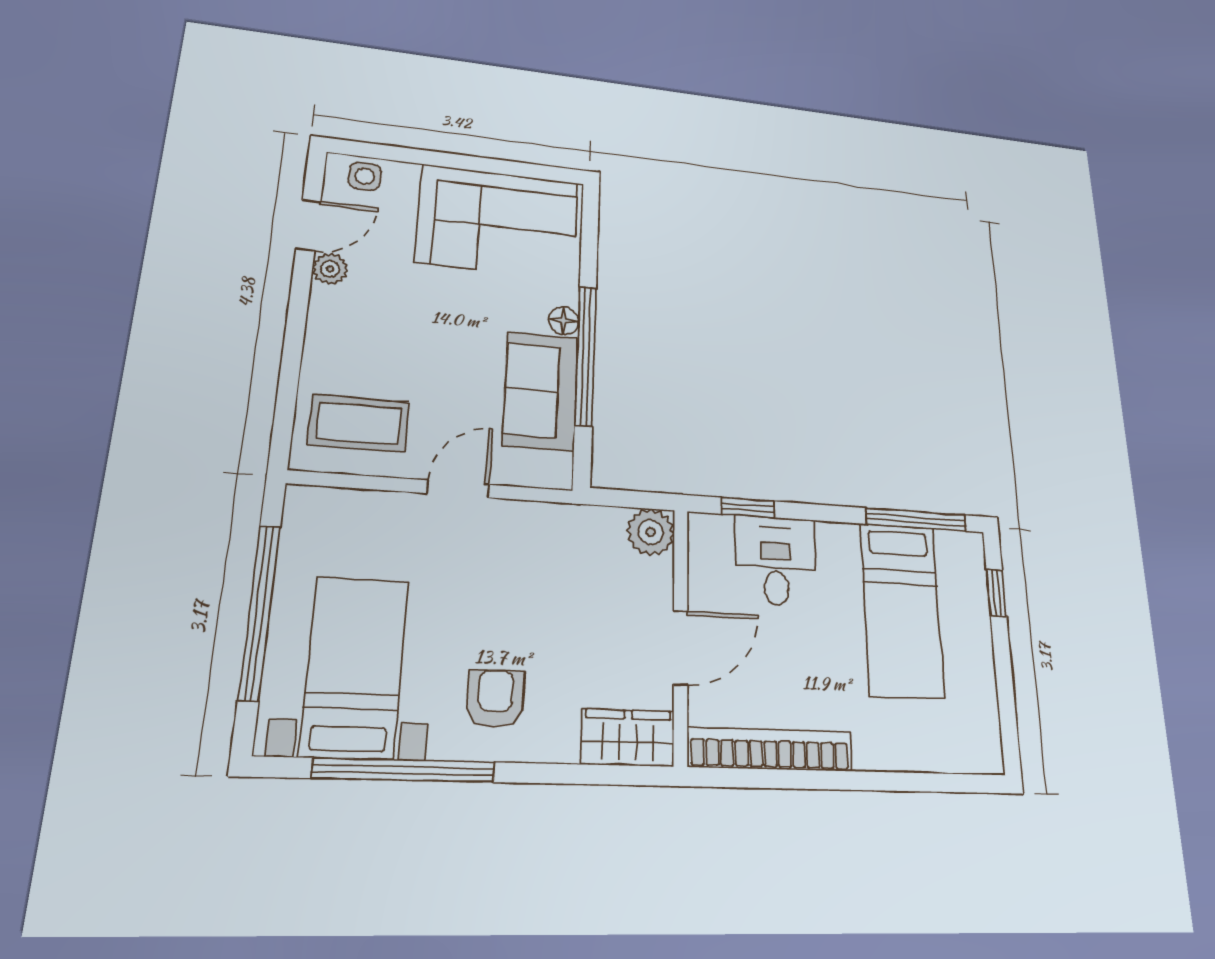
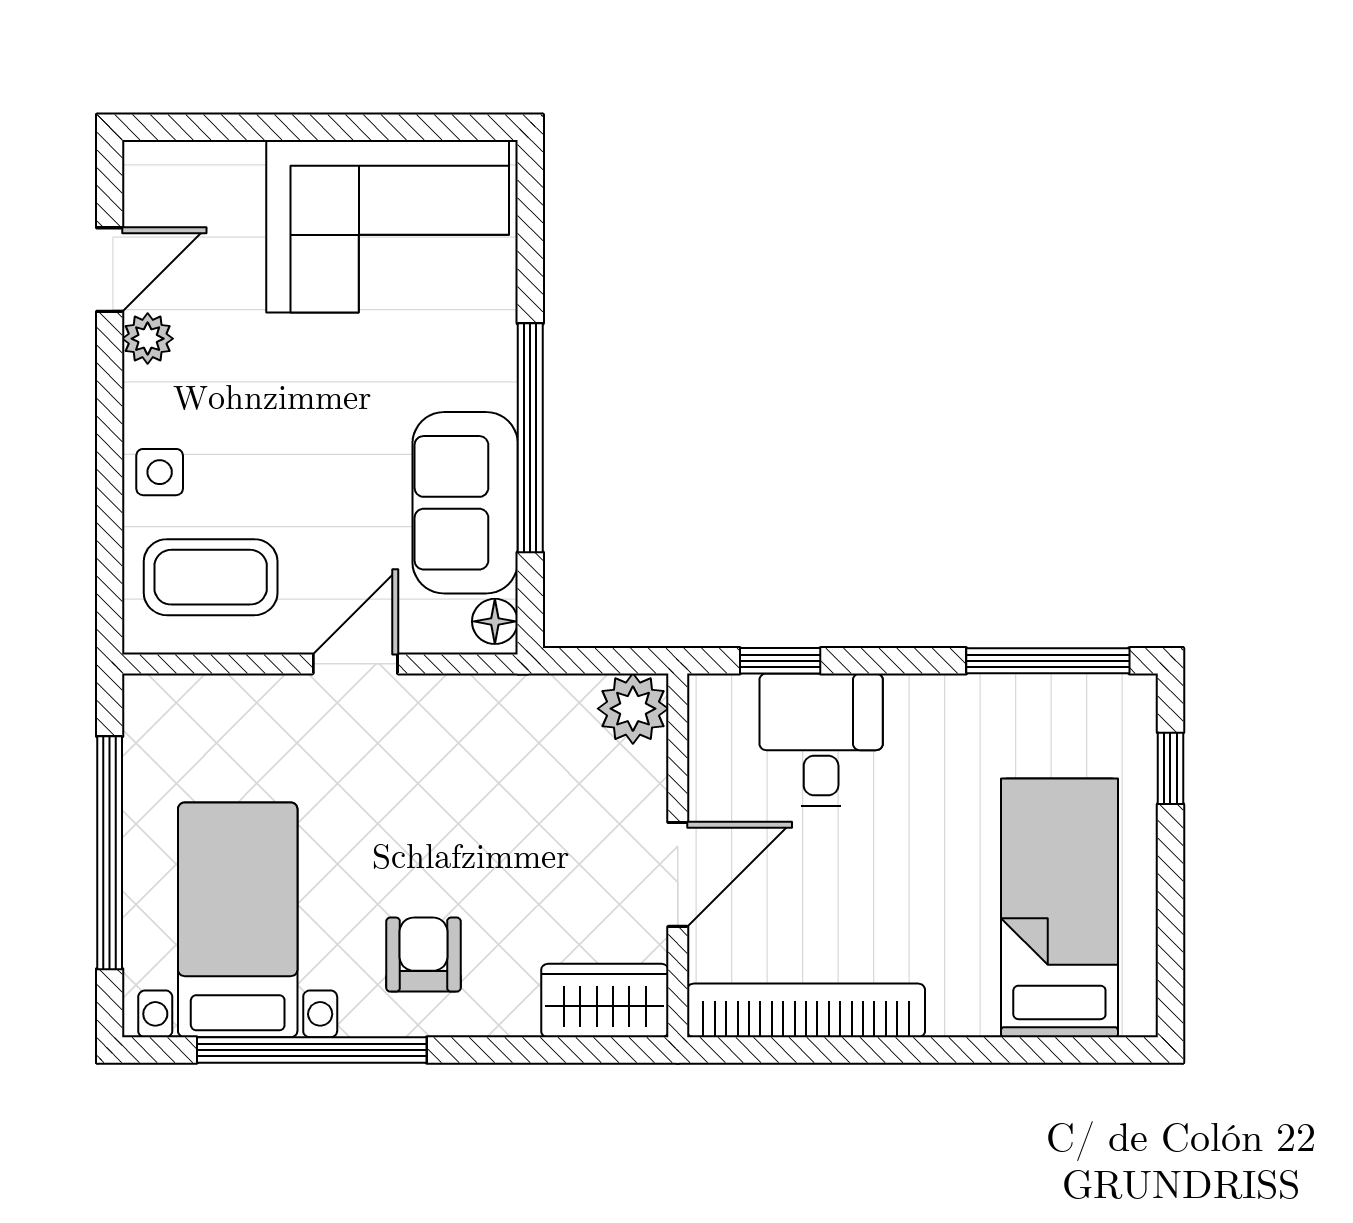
side table: (365, 176) -> (160, 472), moved
floor lamp: (564, 321) -> (495, 621), moved
bed: (902, 610) -> (1059, 908), moved, turned 180

